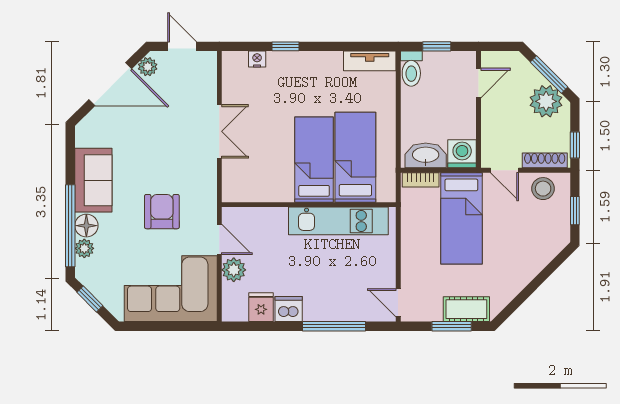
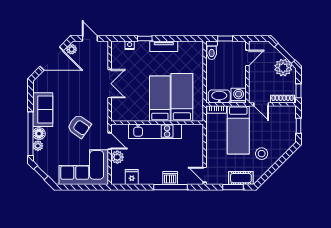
tv unit: (370, 61) -> (164, 46), moved
stool: (543, 189) -> (262, 154), moved
armchair: (162, 212) -> (79, 126), turned 125
kitchen unit: (338, 221) -> (155, 131), moved
dishwasher: (289, 309) -> (170, 178), moved

